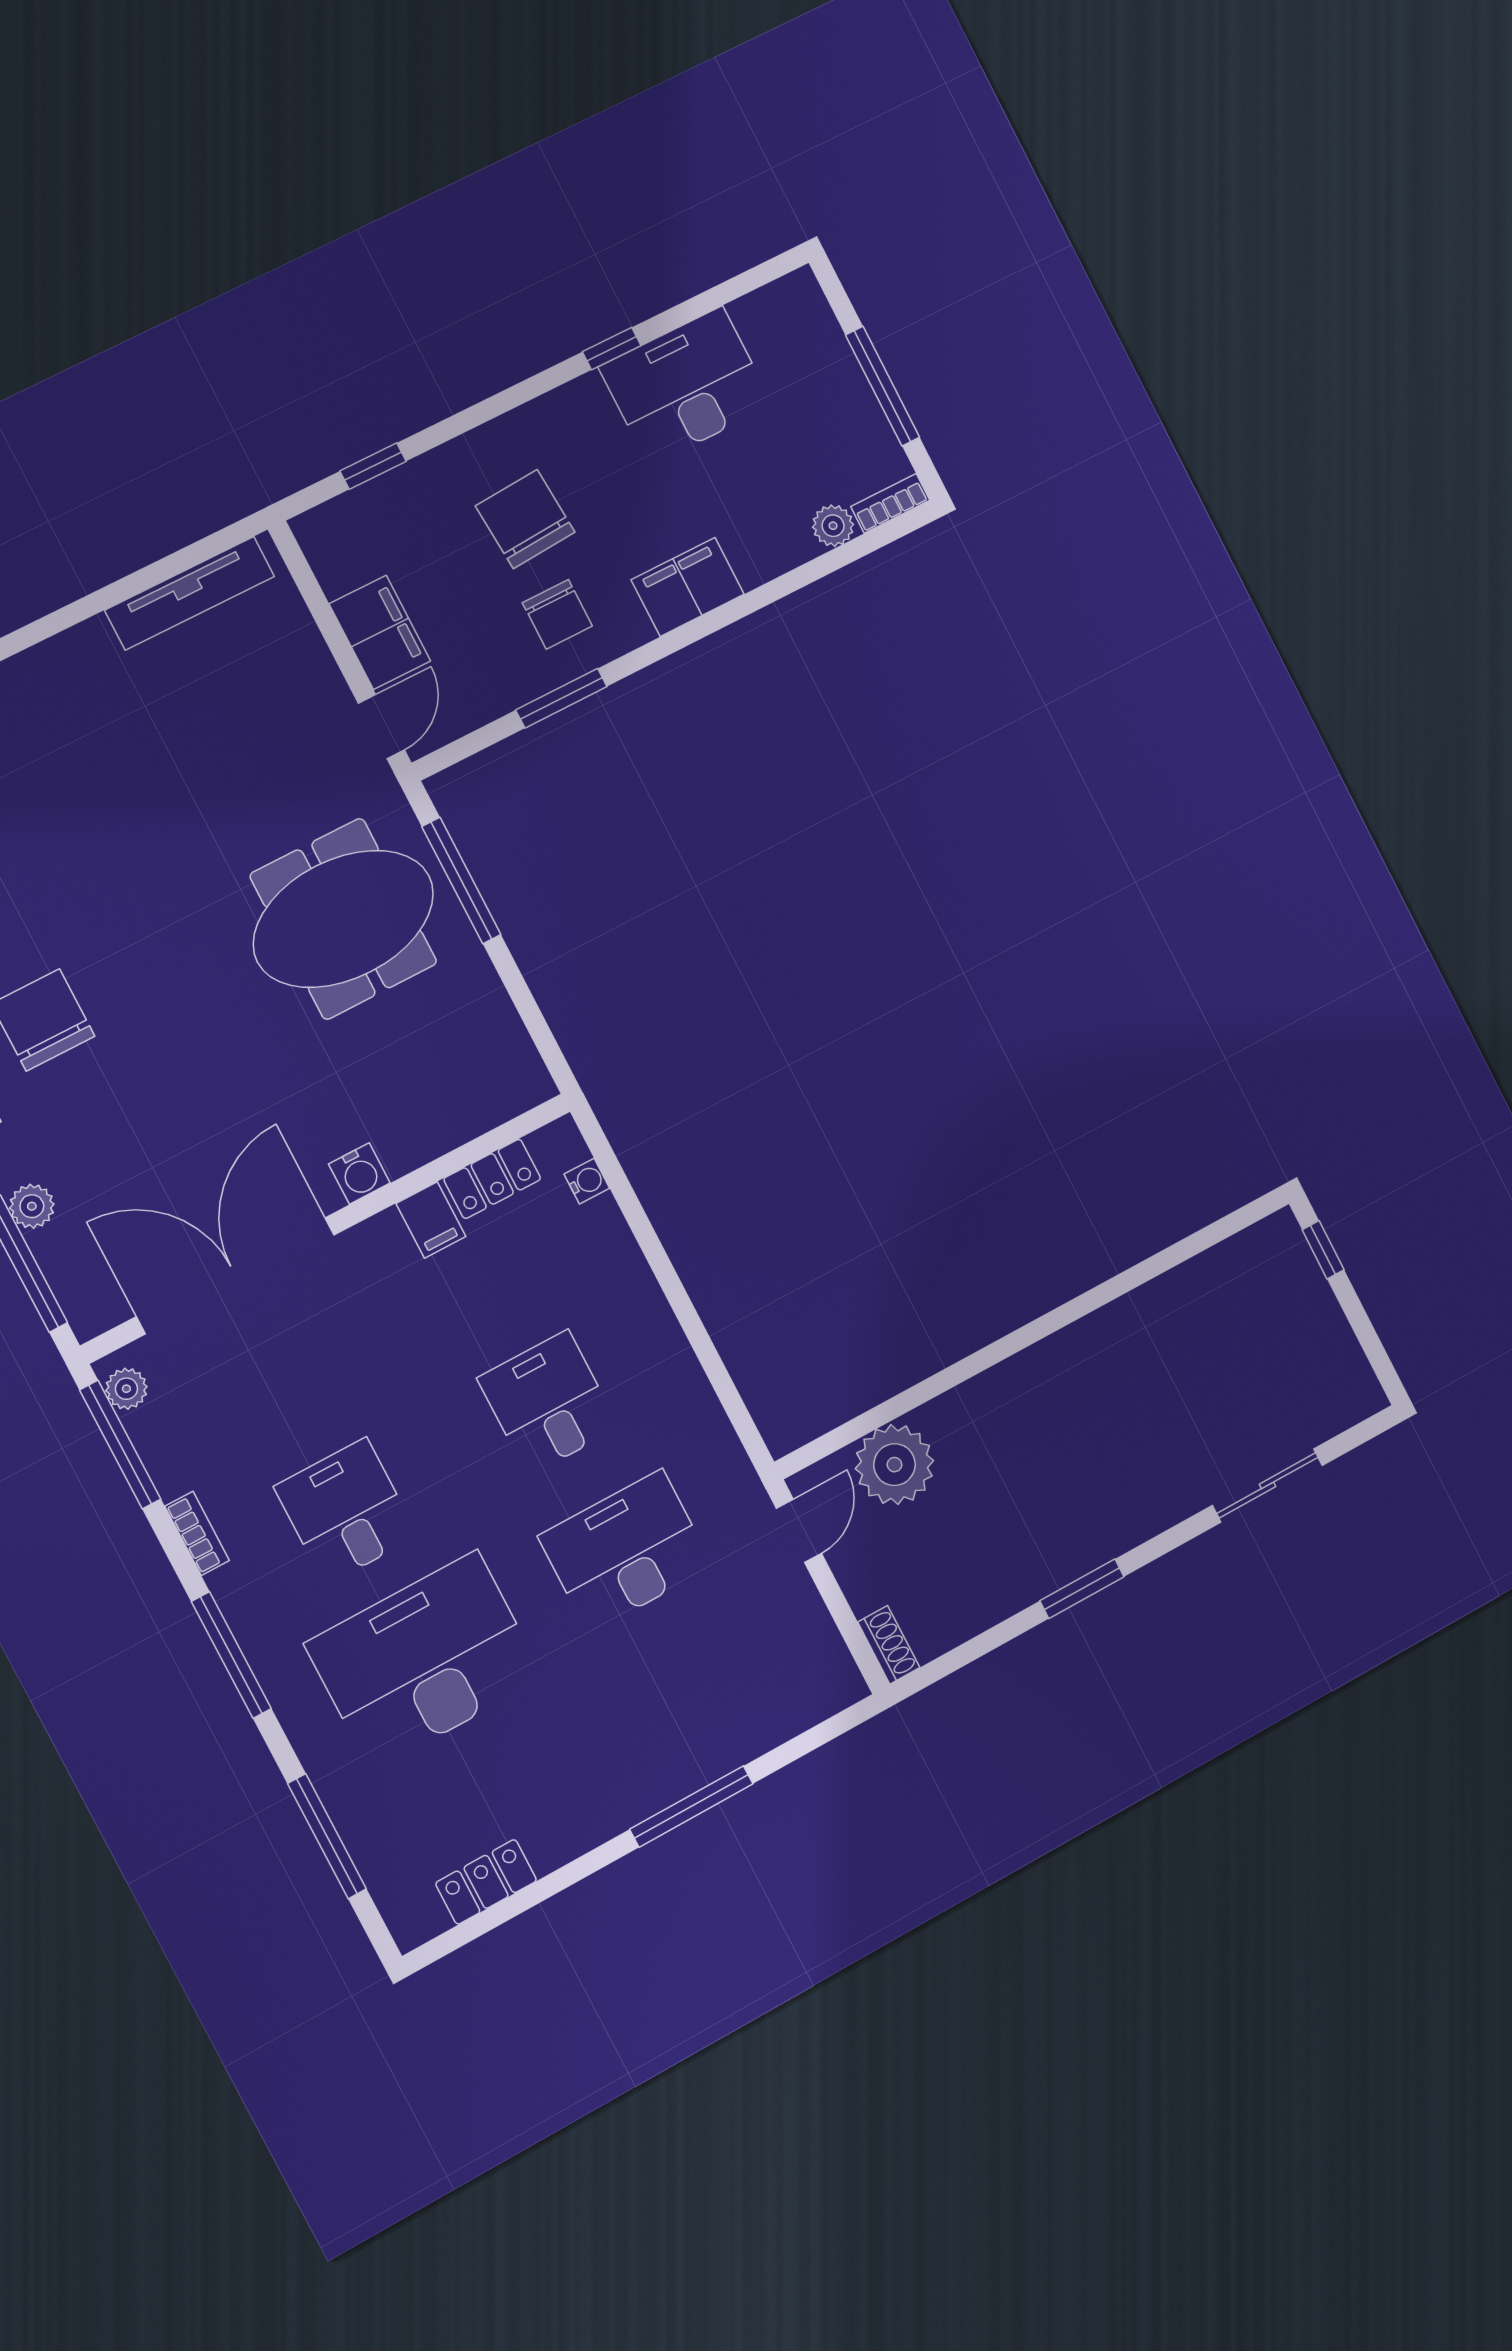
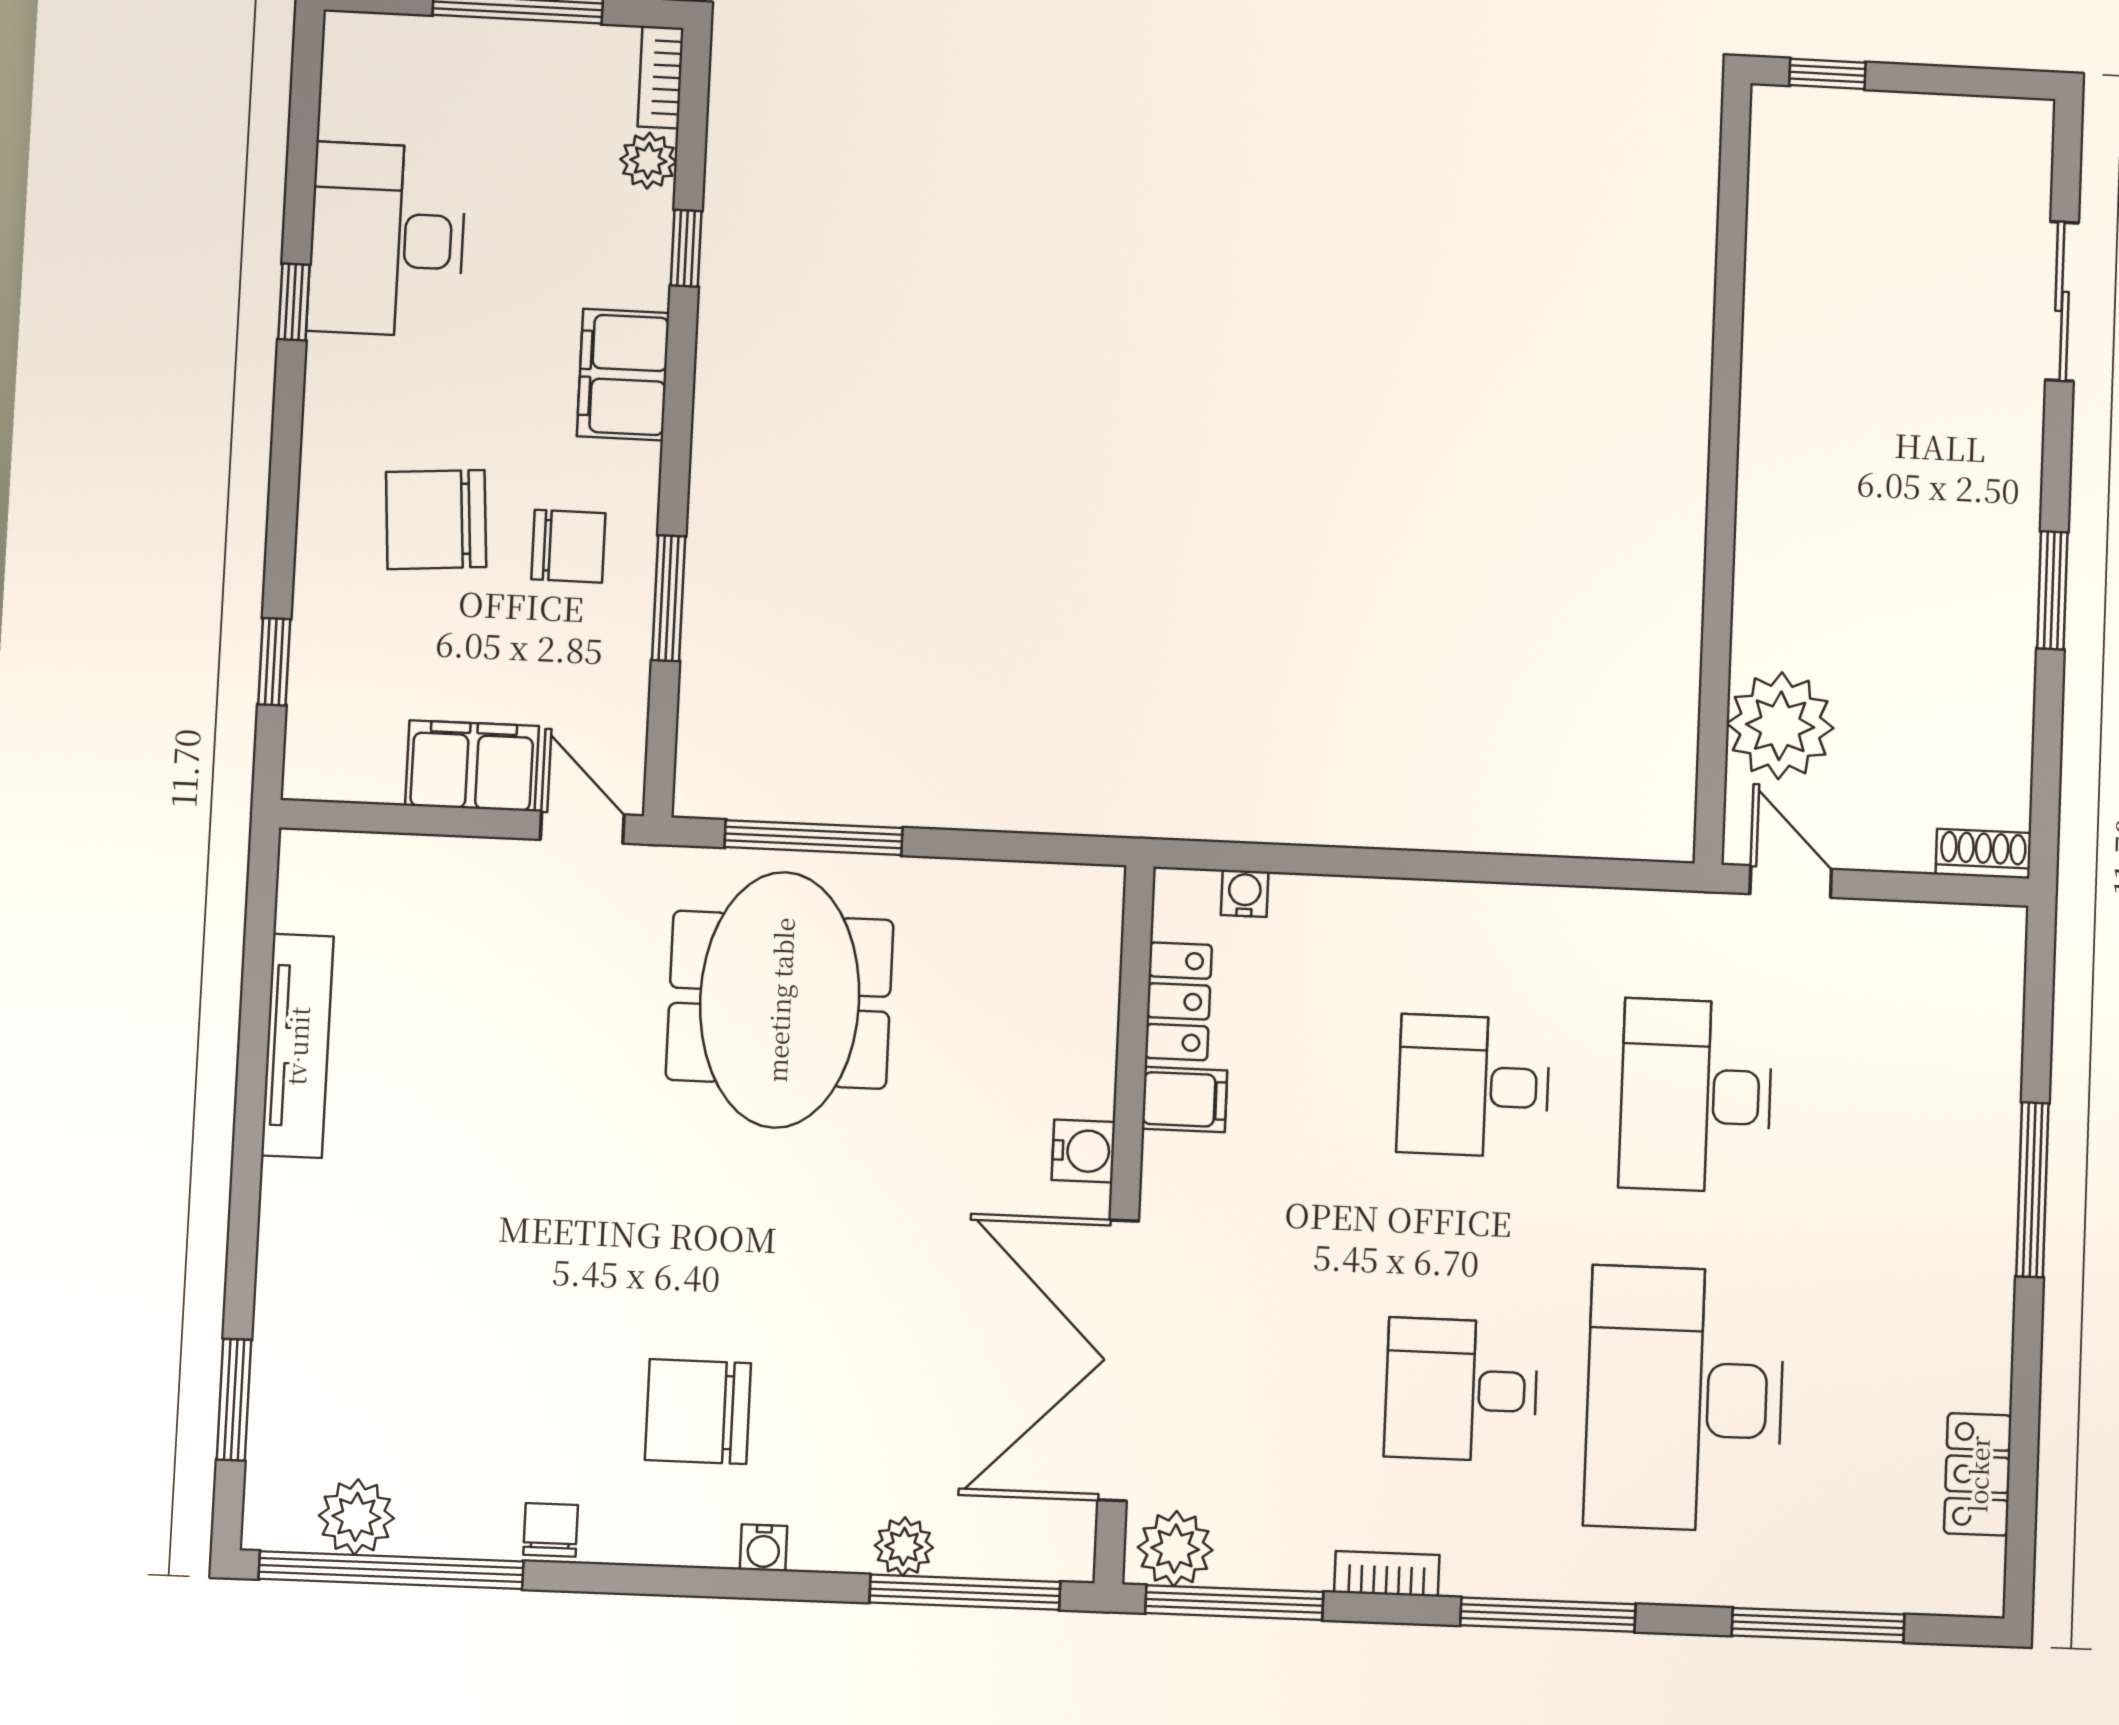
window: (791, 582) -> (686, 248), added
tv unit: (190, 593) -> (297, 1046), moved
plant: (126, 1389) -> (1175, 1549), width x1.38, depth x1.38

